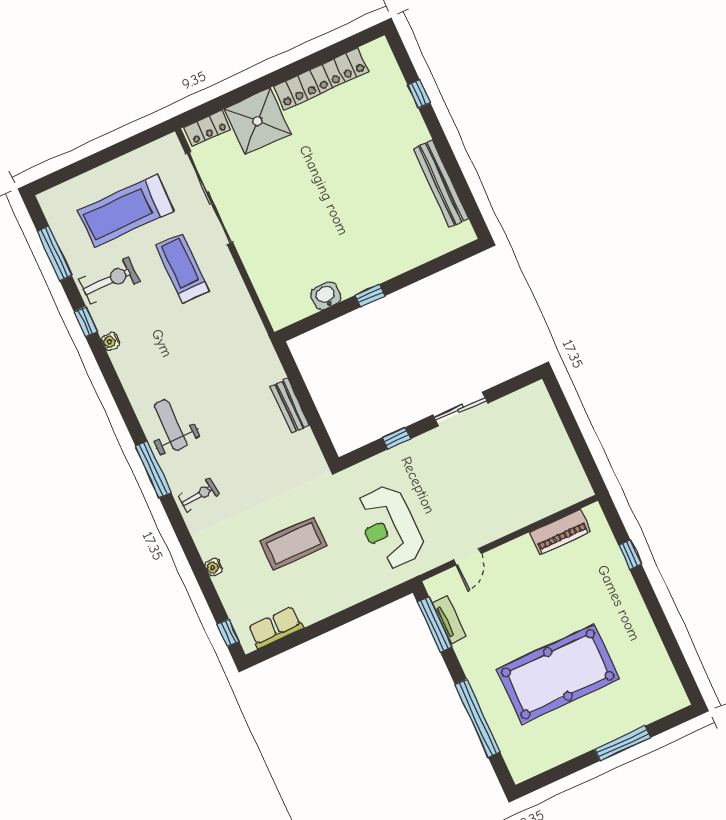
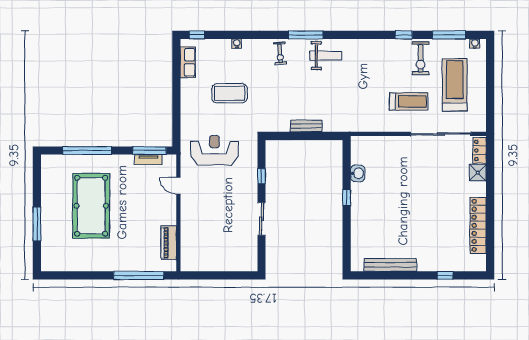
shower: (257, 121) -> (478, 173), width x0.54, depth x0.54
water cooler: (111, 341) -> (475, 44), moved
coffee table: (293, 544) -> (229, 93), turned 90
window: (630, 555) -> (139, 275), width x3.17

